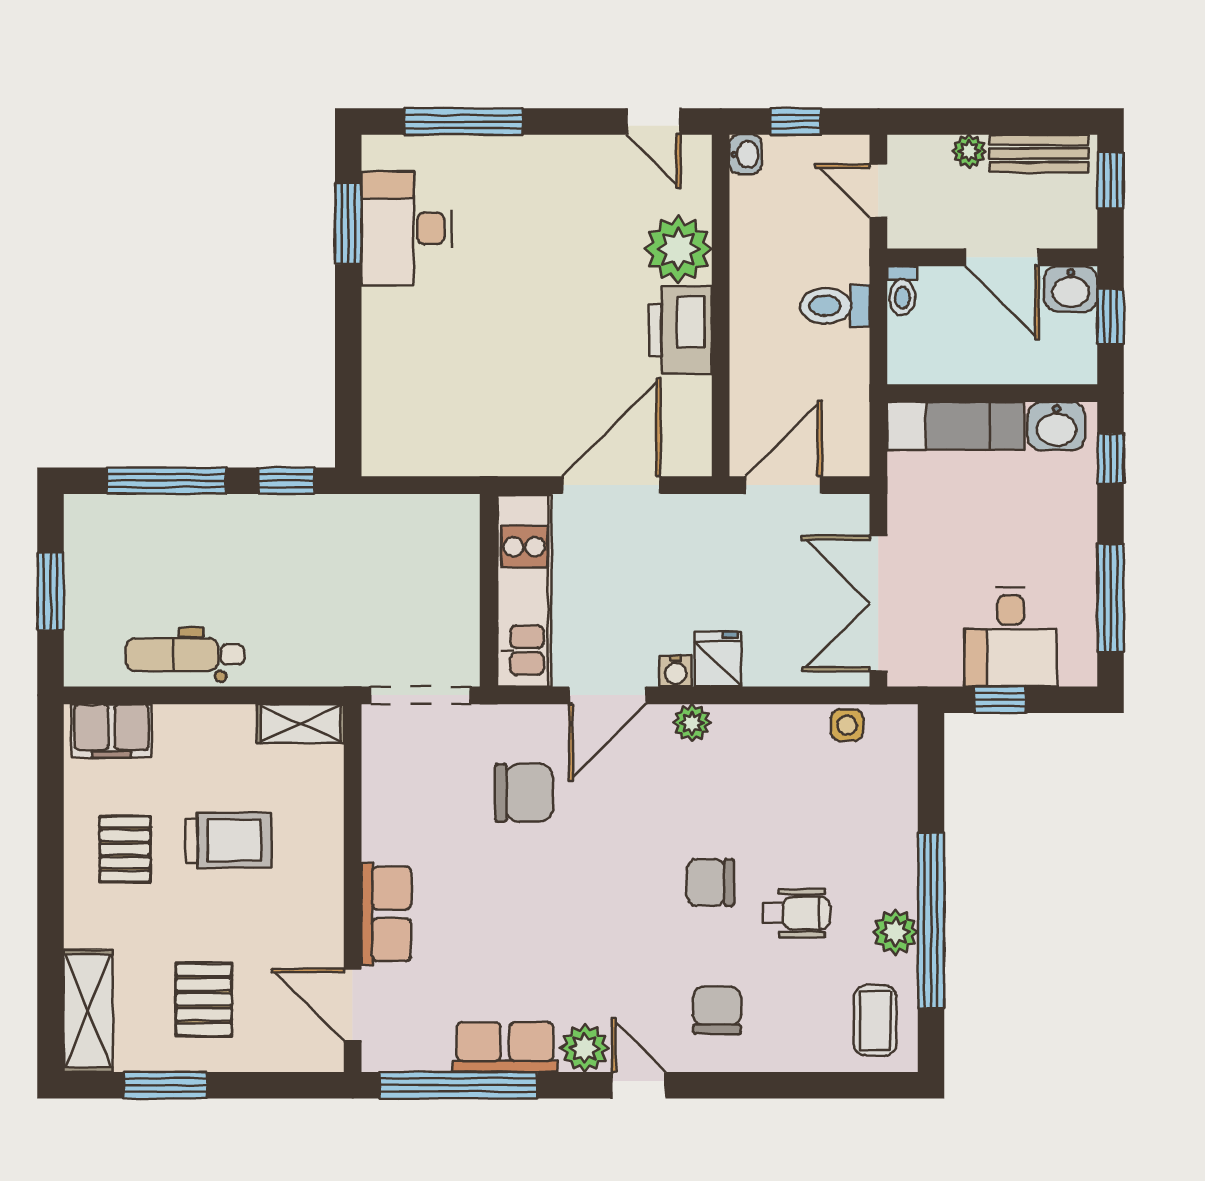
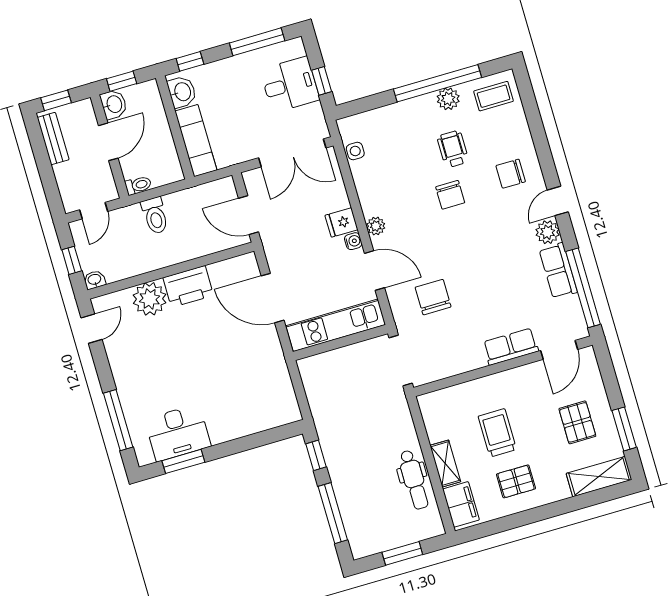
plant: (969, 151) -> (62, 172), removed
shelving: (301, 724) -> (445, 464), moved
pallet: (204, 1000) -> (577, 422), turned 90

